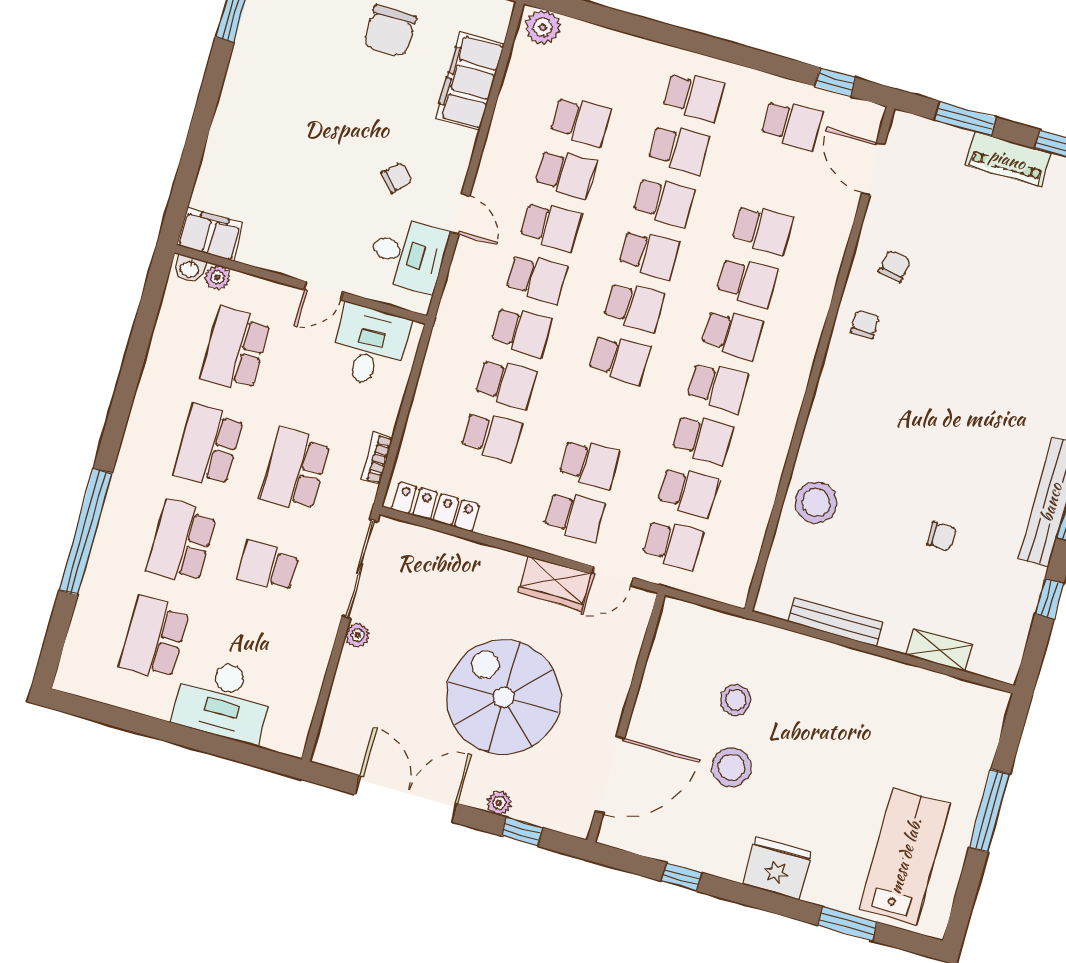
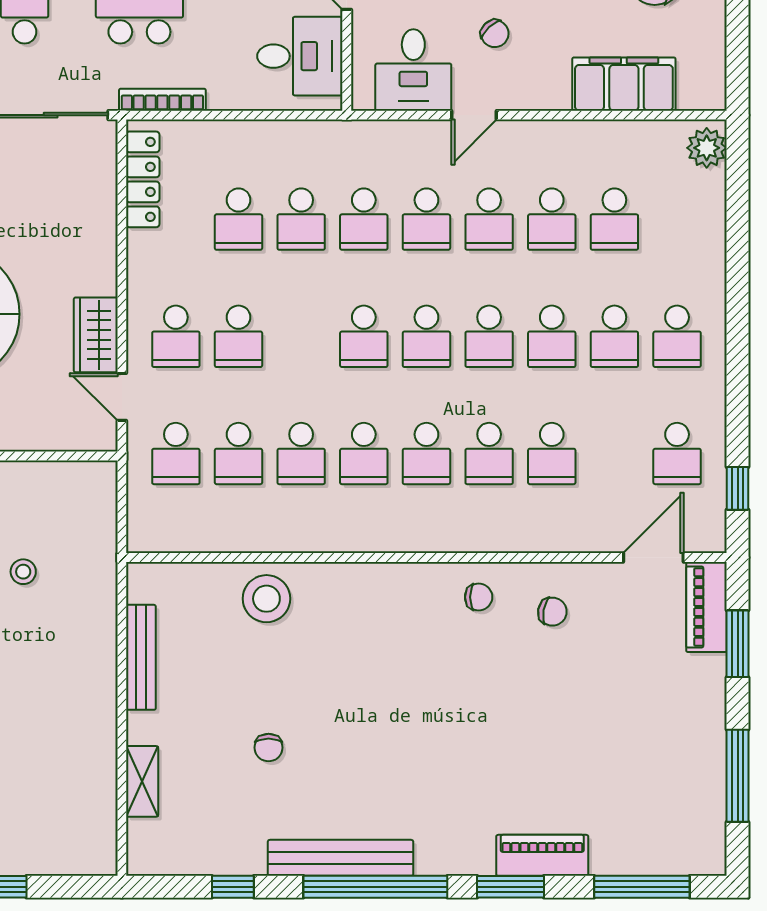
piano: (1008, 159) -> (706, 607), moved
bookcase: (377, 458) -> (162, 100), width x1.56
stool: (736, 700) -> (23, 572), width x0.73, depth x0.73

